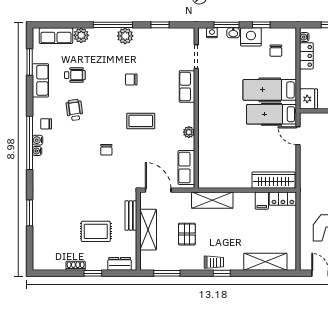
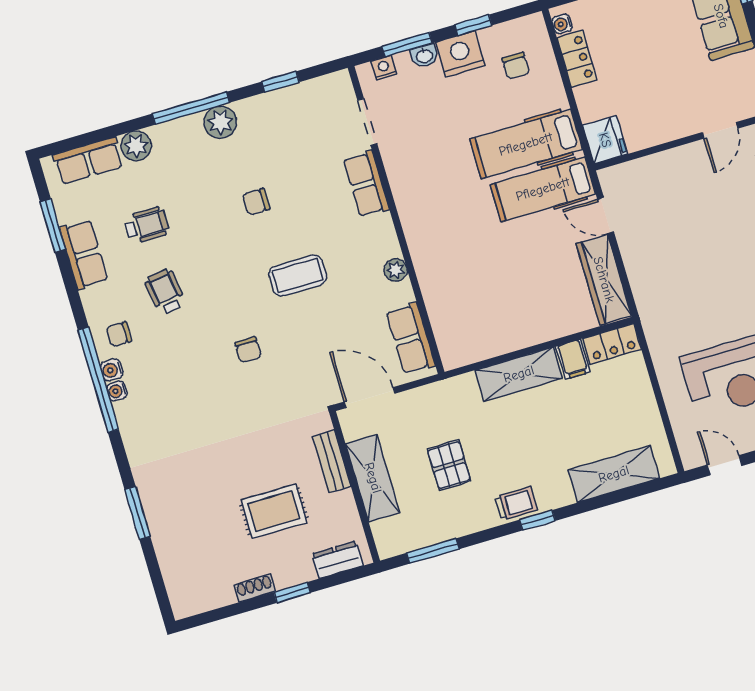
wardrobe: (273, 180) -> (604, 280), moved, turned -90
shelving: (212, 200) -> (519, 374), moved

